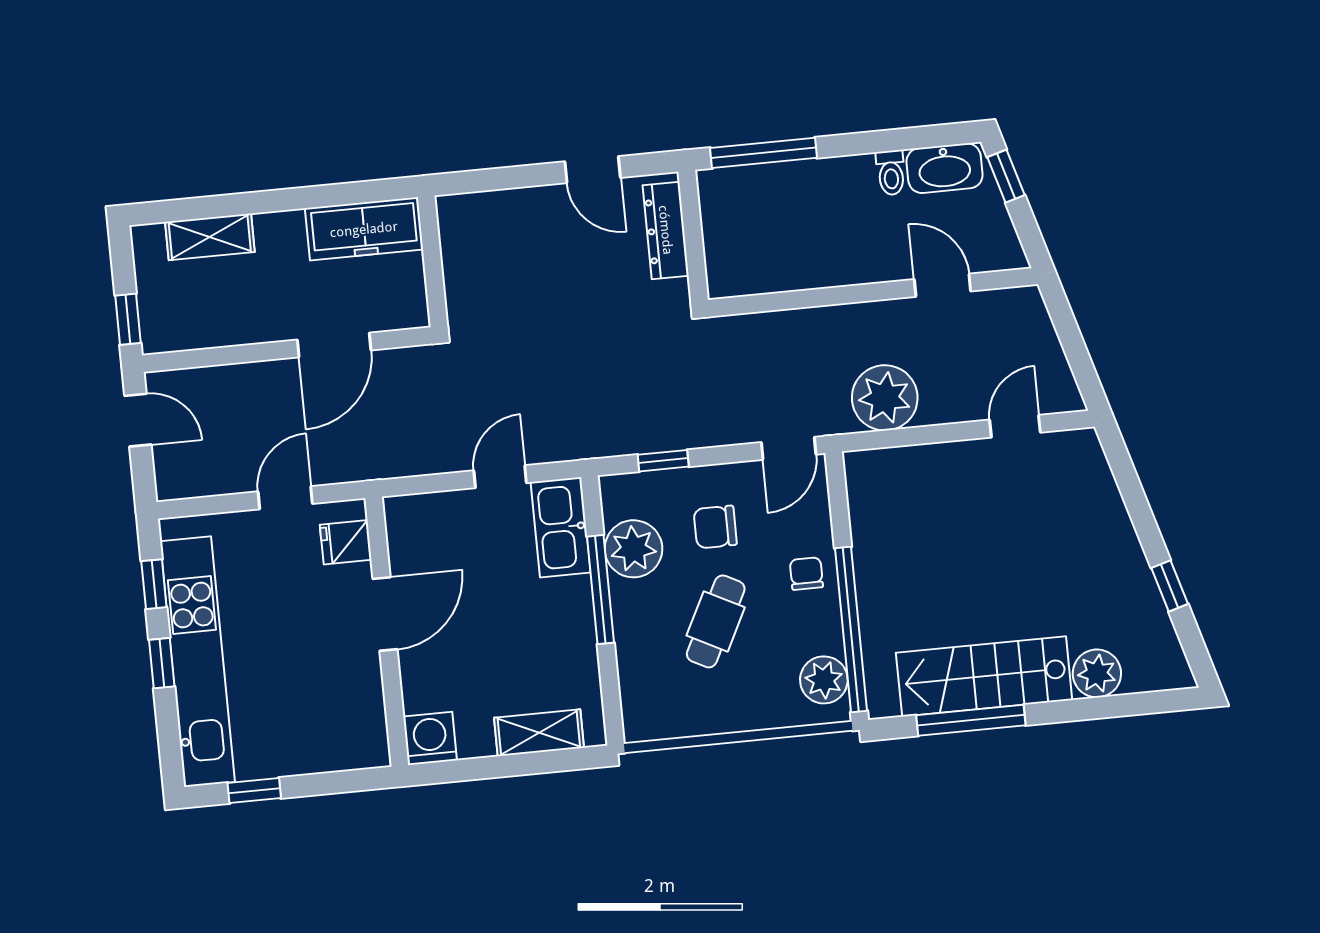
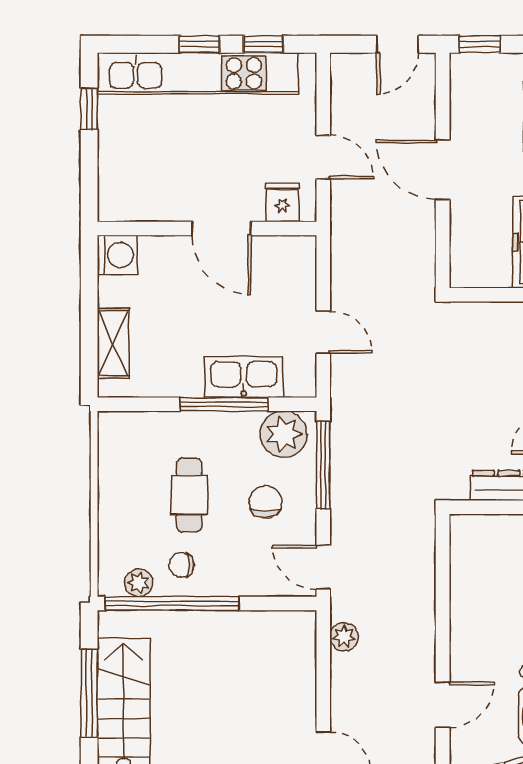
door: (334, 345) -> (443, 170), moved
plant: (885, 398) -> (344, 637), width x0.53, depth x0.53
window: (663, 461) -> (323, 465), width x2.17
kitchen sink: (561, 527) -> (244, 377), moved
plant: (633, 549) -> (284, 434), moved
chair: (806, 574) -> (181, 565), moved, turned 180
cafe table: (716, 621) -> (189, 495), turned 63
plant: (824, 680) -> (139, 583), width x0.73, depth x0.73

